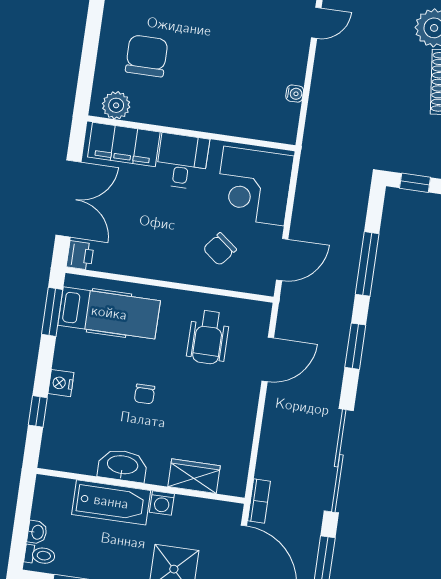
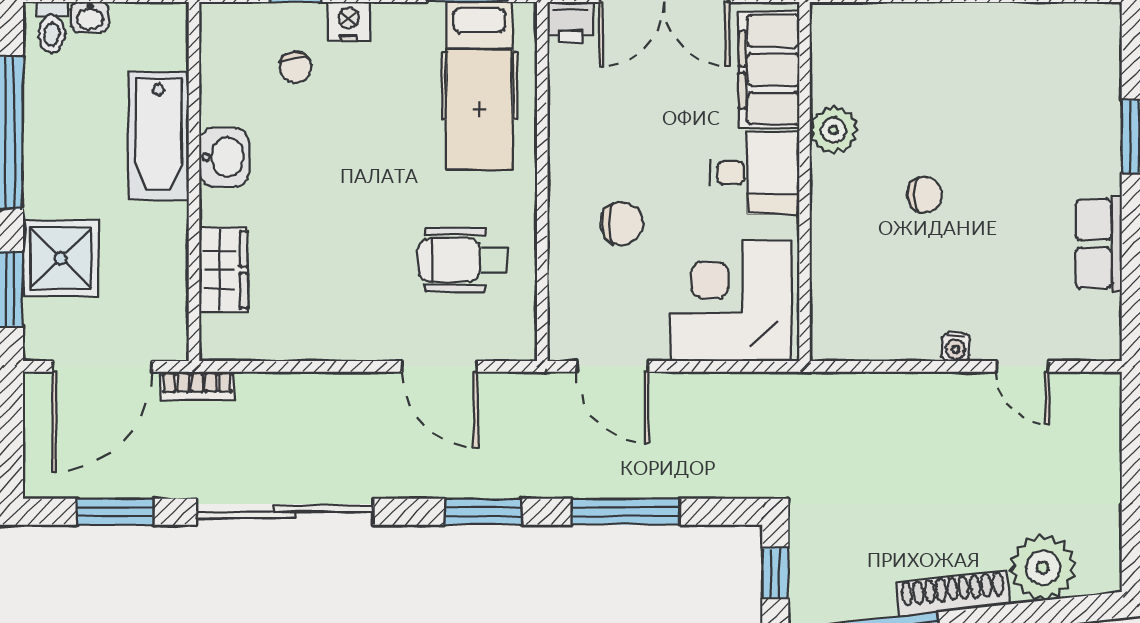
chair: (147, 56) -> (925, 195), moved, width x0.54, depth x0.54
water cooler: (295, 94) -> (956, 347), moved
plant: (116, 105) -> (834, 130), moved
chair: (220, 249) -> (622, 224), moved, turned 142
chair: (145, 394) -> (296, 67), moved, turned -98
washbasin: (122, 466) -> (224, 157), width x0.72
washing machine: (162, 503) -> (170, 222), removed

